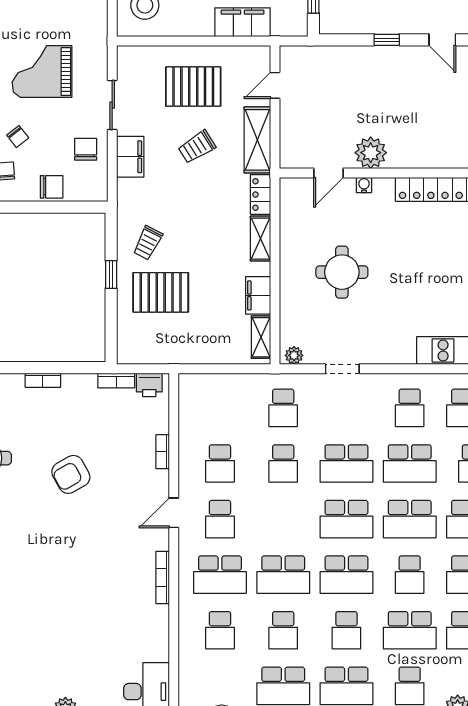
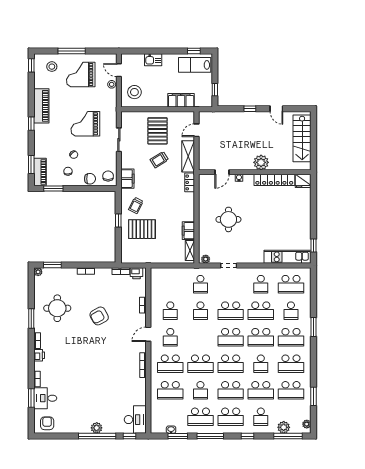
pallet: (193, 87) -> (158, 131), turned 90
chair: (86, 149) -> (108, 176), moved
plant: (371, 153) -> (261, 162), moved
filing cabinet: (130, 157) -> (127, 179), moved
shelving: (261, 239) -> (190, 203), removed
school desk: (220, 630) -> (170, 390), width x1.85
school desk: (346, 630) -> (231, 390), width x1.85

